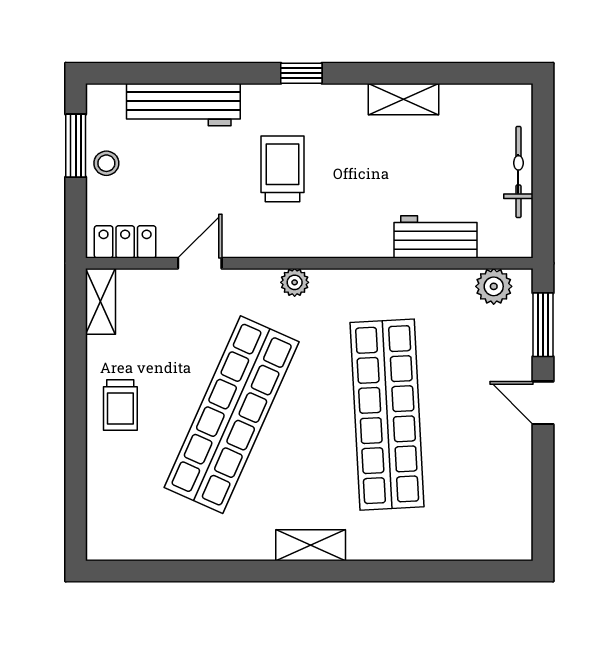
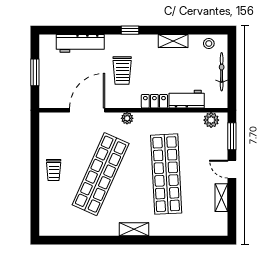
window: (76, 146) -> (35, 72), moved
stool: (106, 163) -> (209, 43), moved
trolley: (282, 169) -> (122, 70), turned 180
locker: (125, 242) -> (154, 101), moved
door: (200, 263) -> (87, 110), width x1.88
shelving: (101, 301) -> (221, 198), moved

